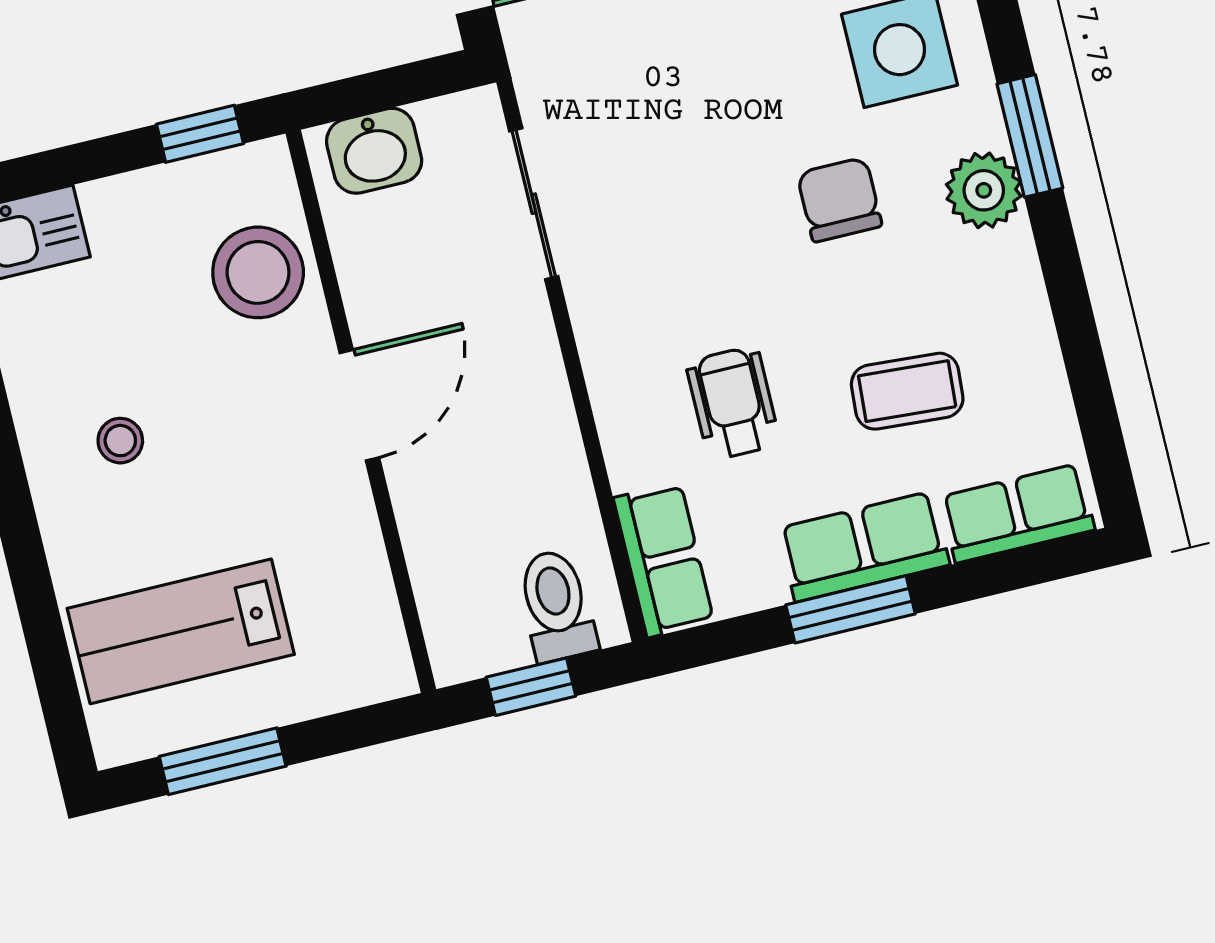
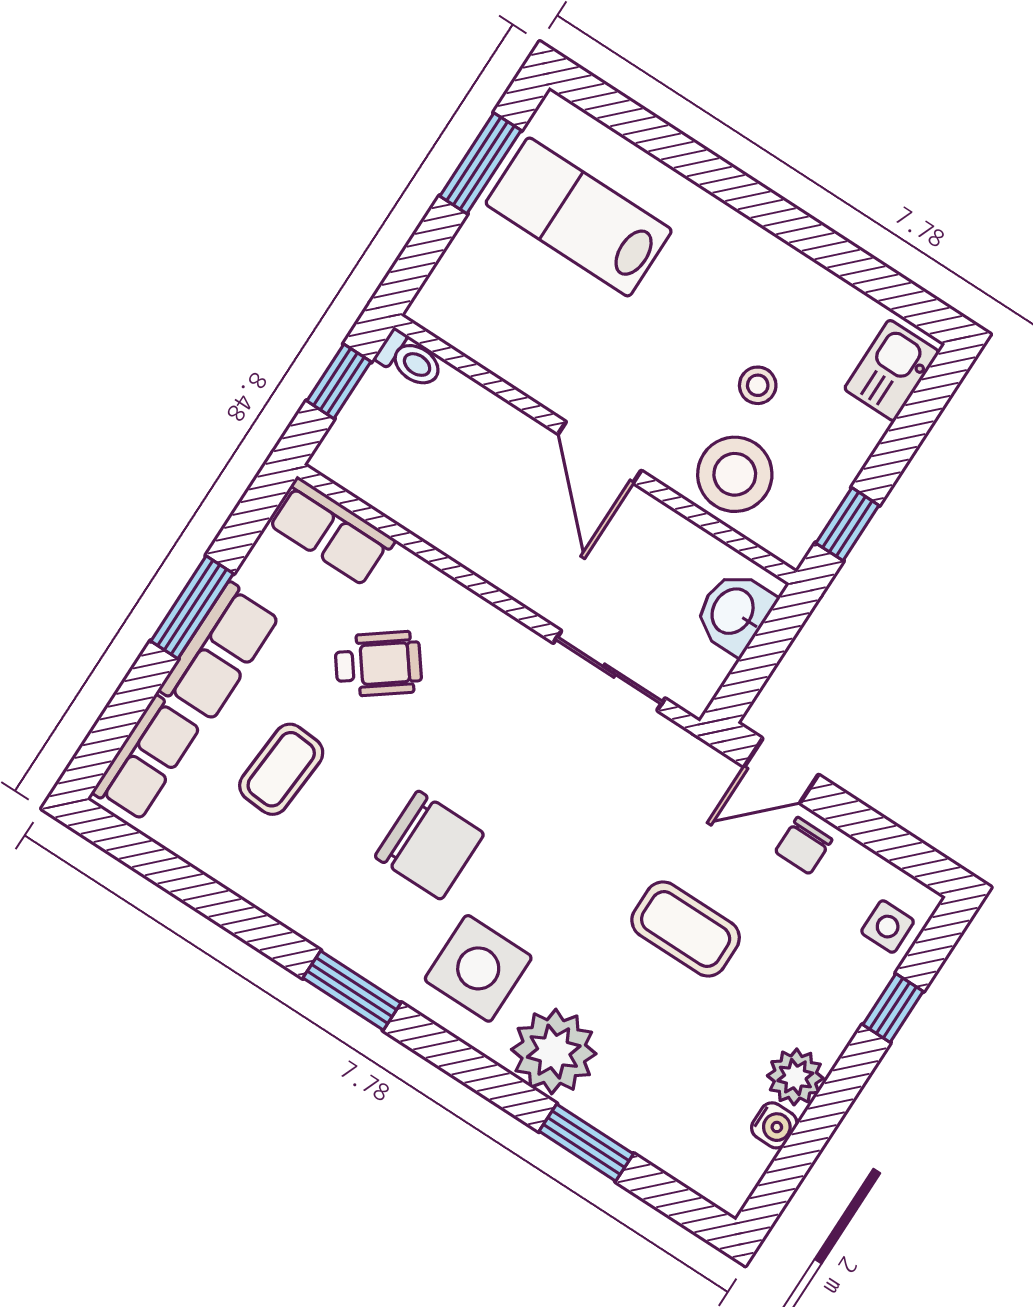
plant: (984, 190) -> (349, 932), removed
chair: (839, 200) -> (429, 845), width x1.37, depth x1.37
wheelchair: (733, 403) -> (378, 664), turned -37
stool: (120, 441) -> (758, 385), moved
toilet: (556, 605) -> (410, 360), moved, width x0.73, depth x0.72
lab bench: (181, 631) -> (579, 217), turned -90

